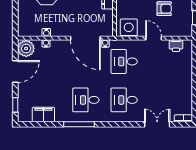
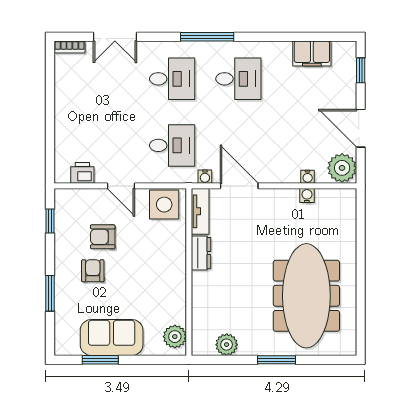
tv unit: (108, 23) -> (200, 211), added
door: (85, 38) -> (239, 186), width x0.73
door: (15, 71) -> (361, 128), hinge flipped
window: (79, 124) -> (207, 37), moved

